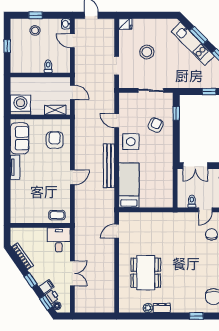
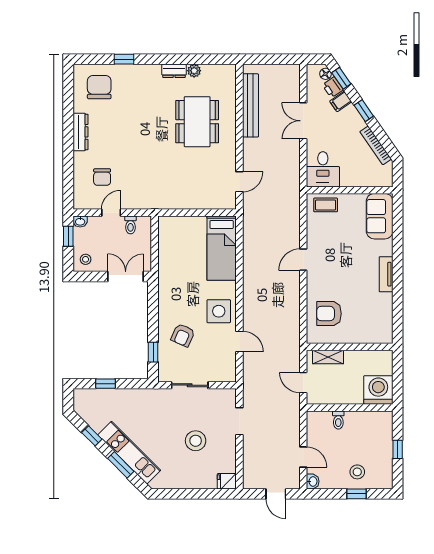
washing machine: (20, 105) -> (378, 390), moved, turned 180
sofa: (20, 138) -> (380, 216), moved
armchair: (55, 140) -> (329, 314), turned 90
bench: (109, 166) -> (250, 105), moved

